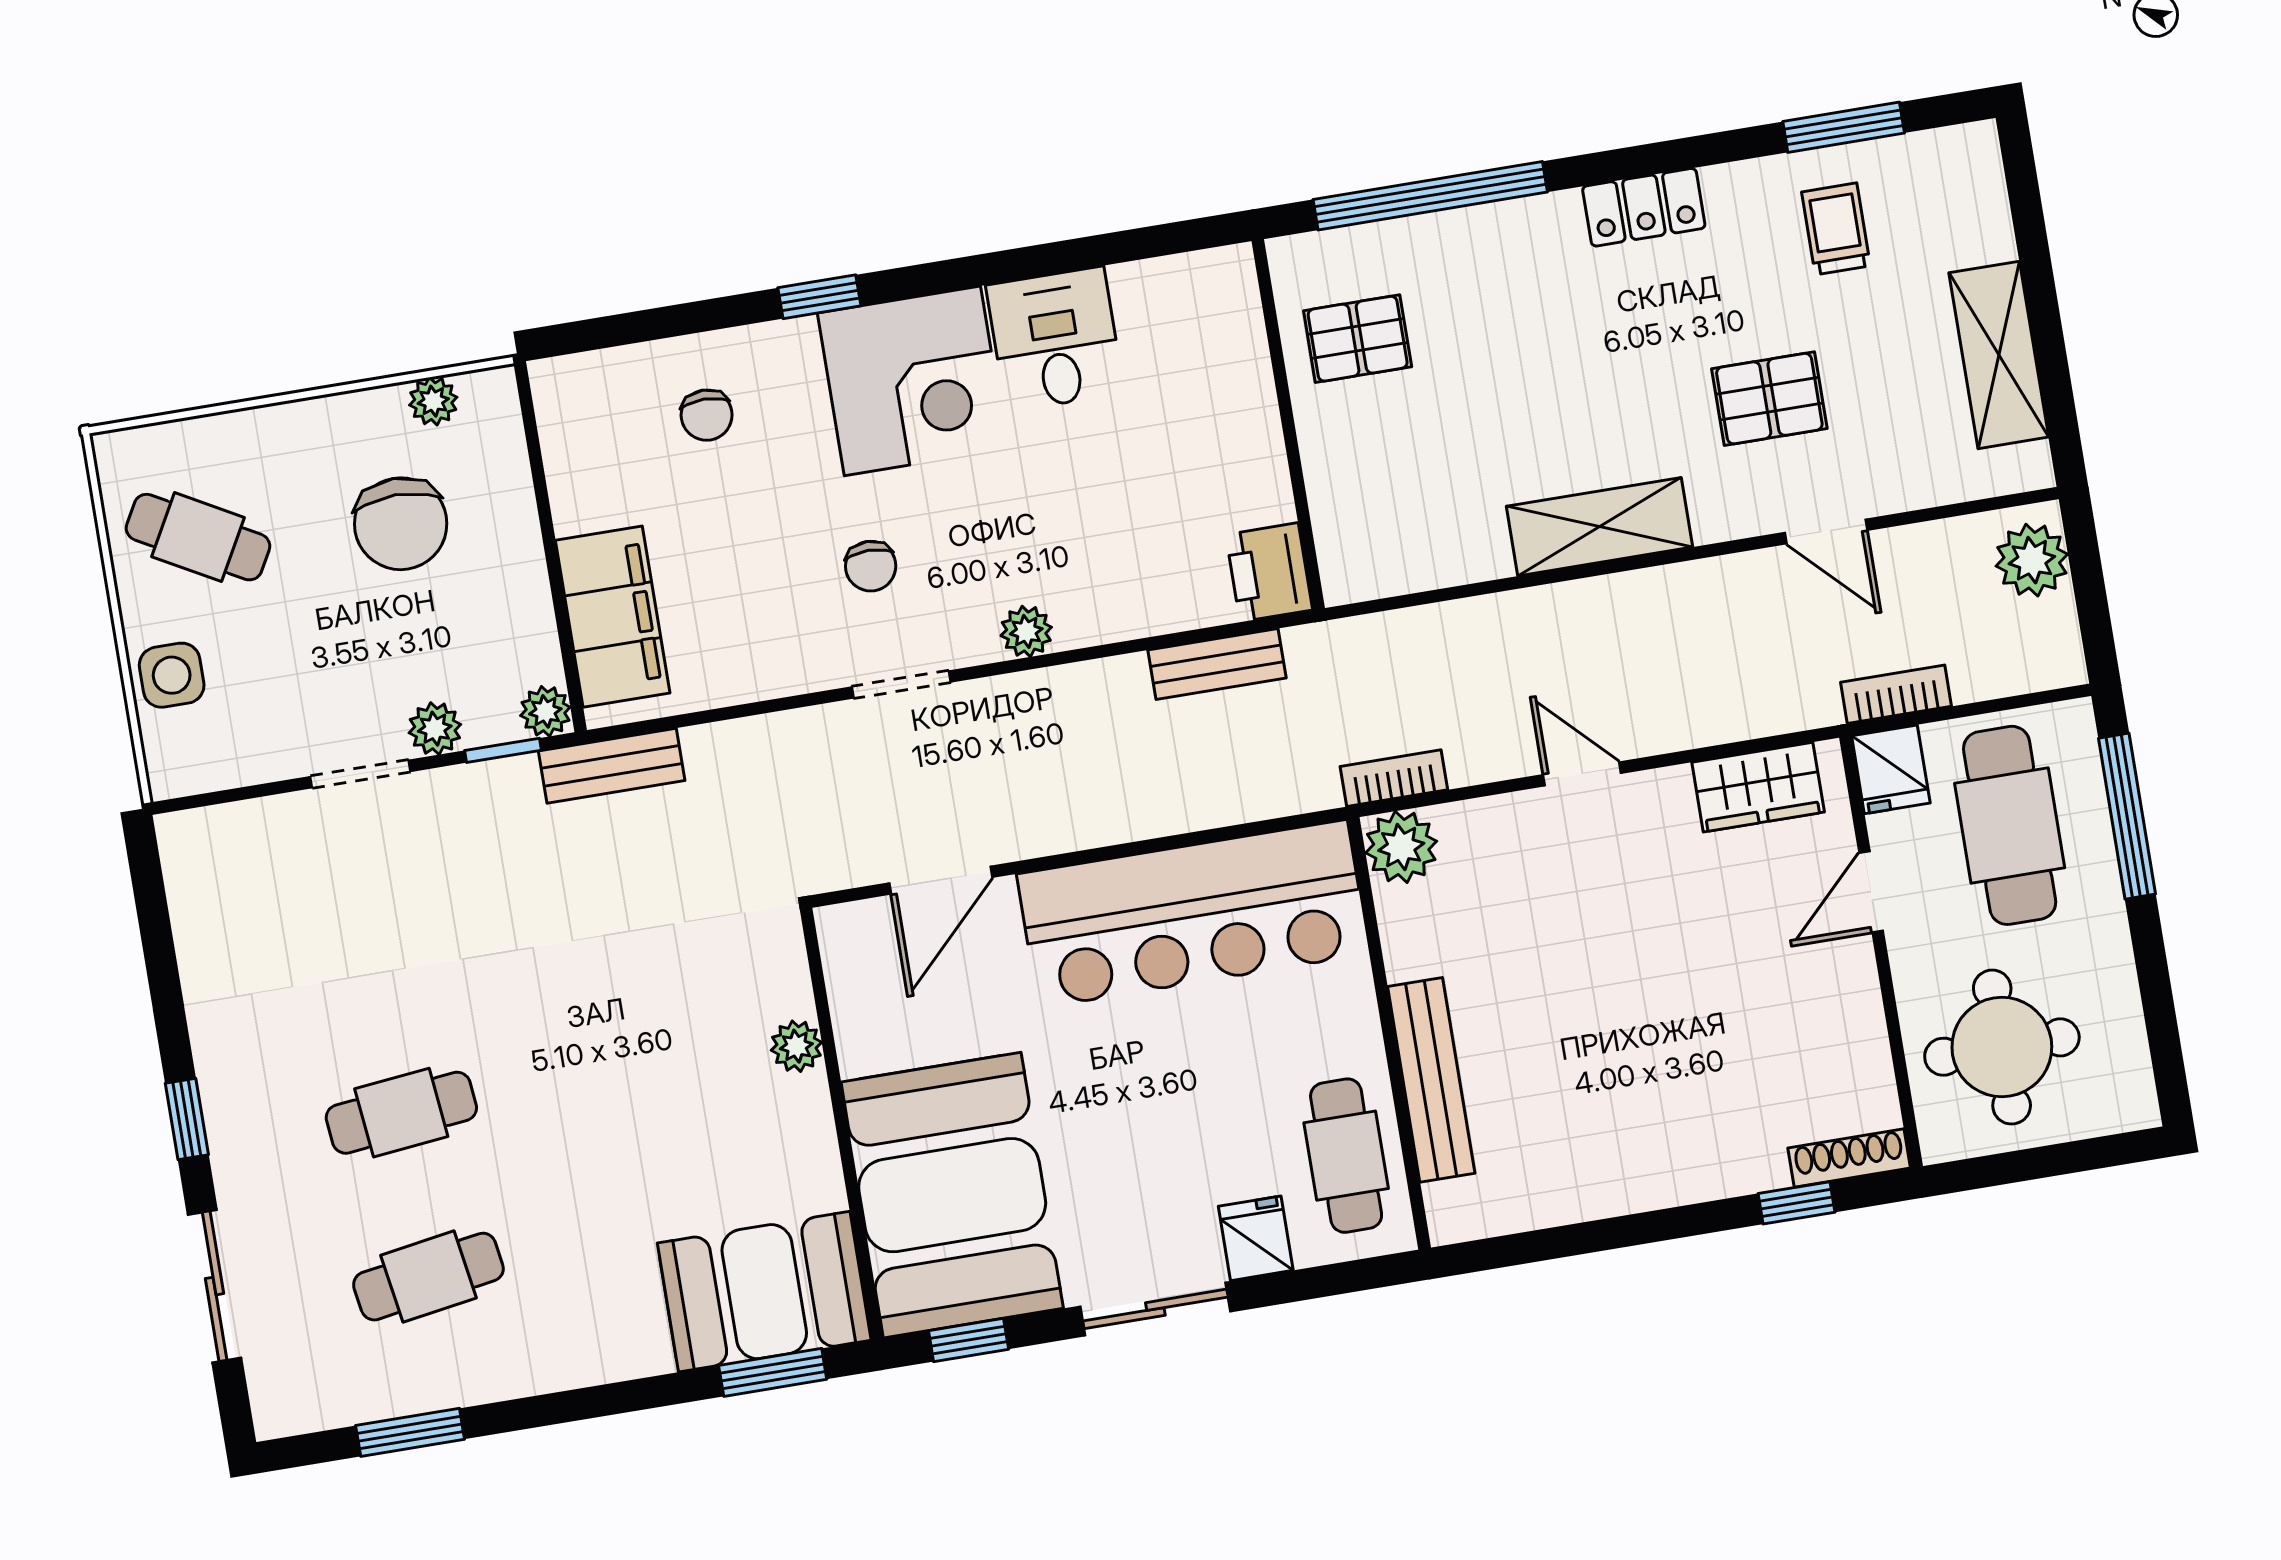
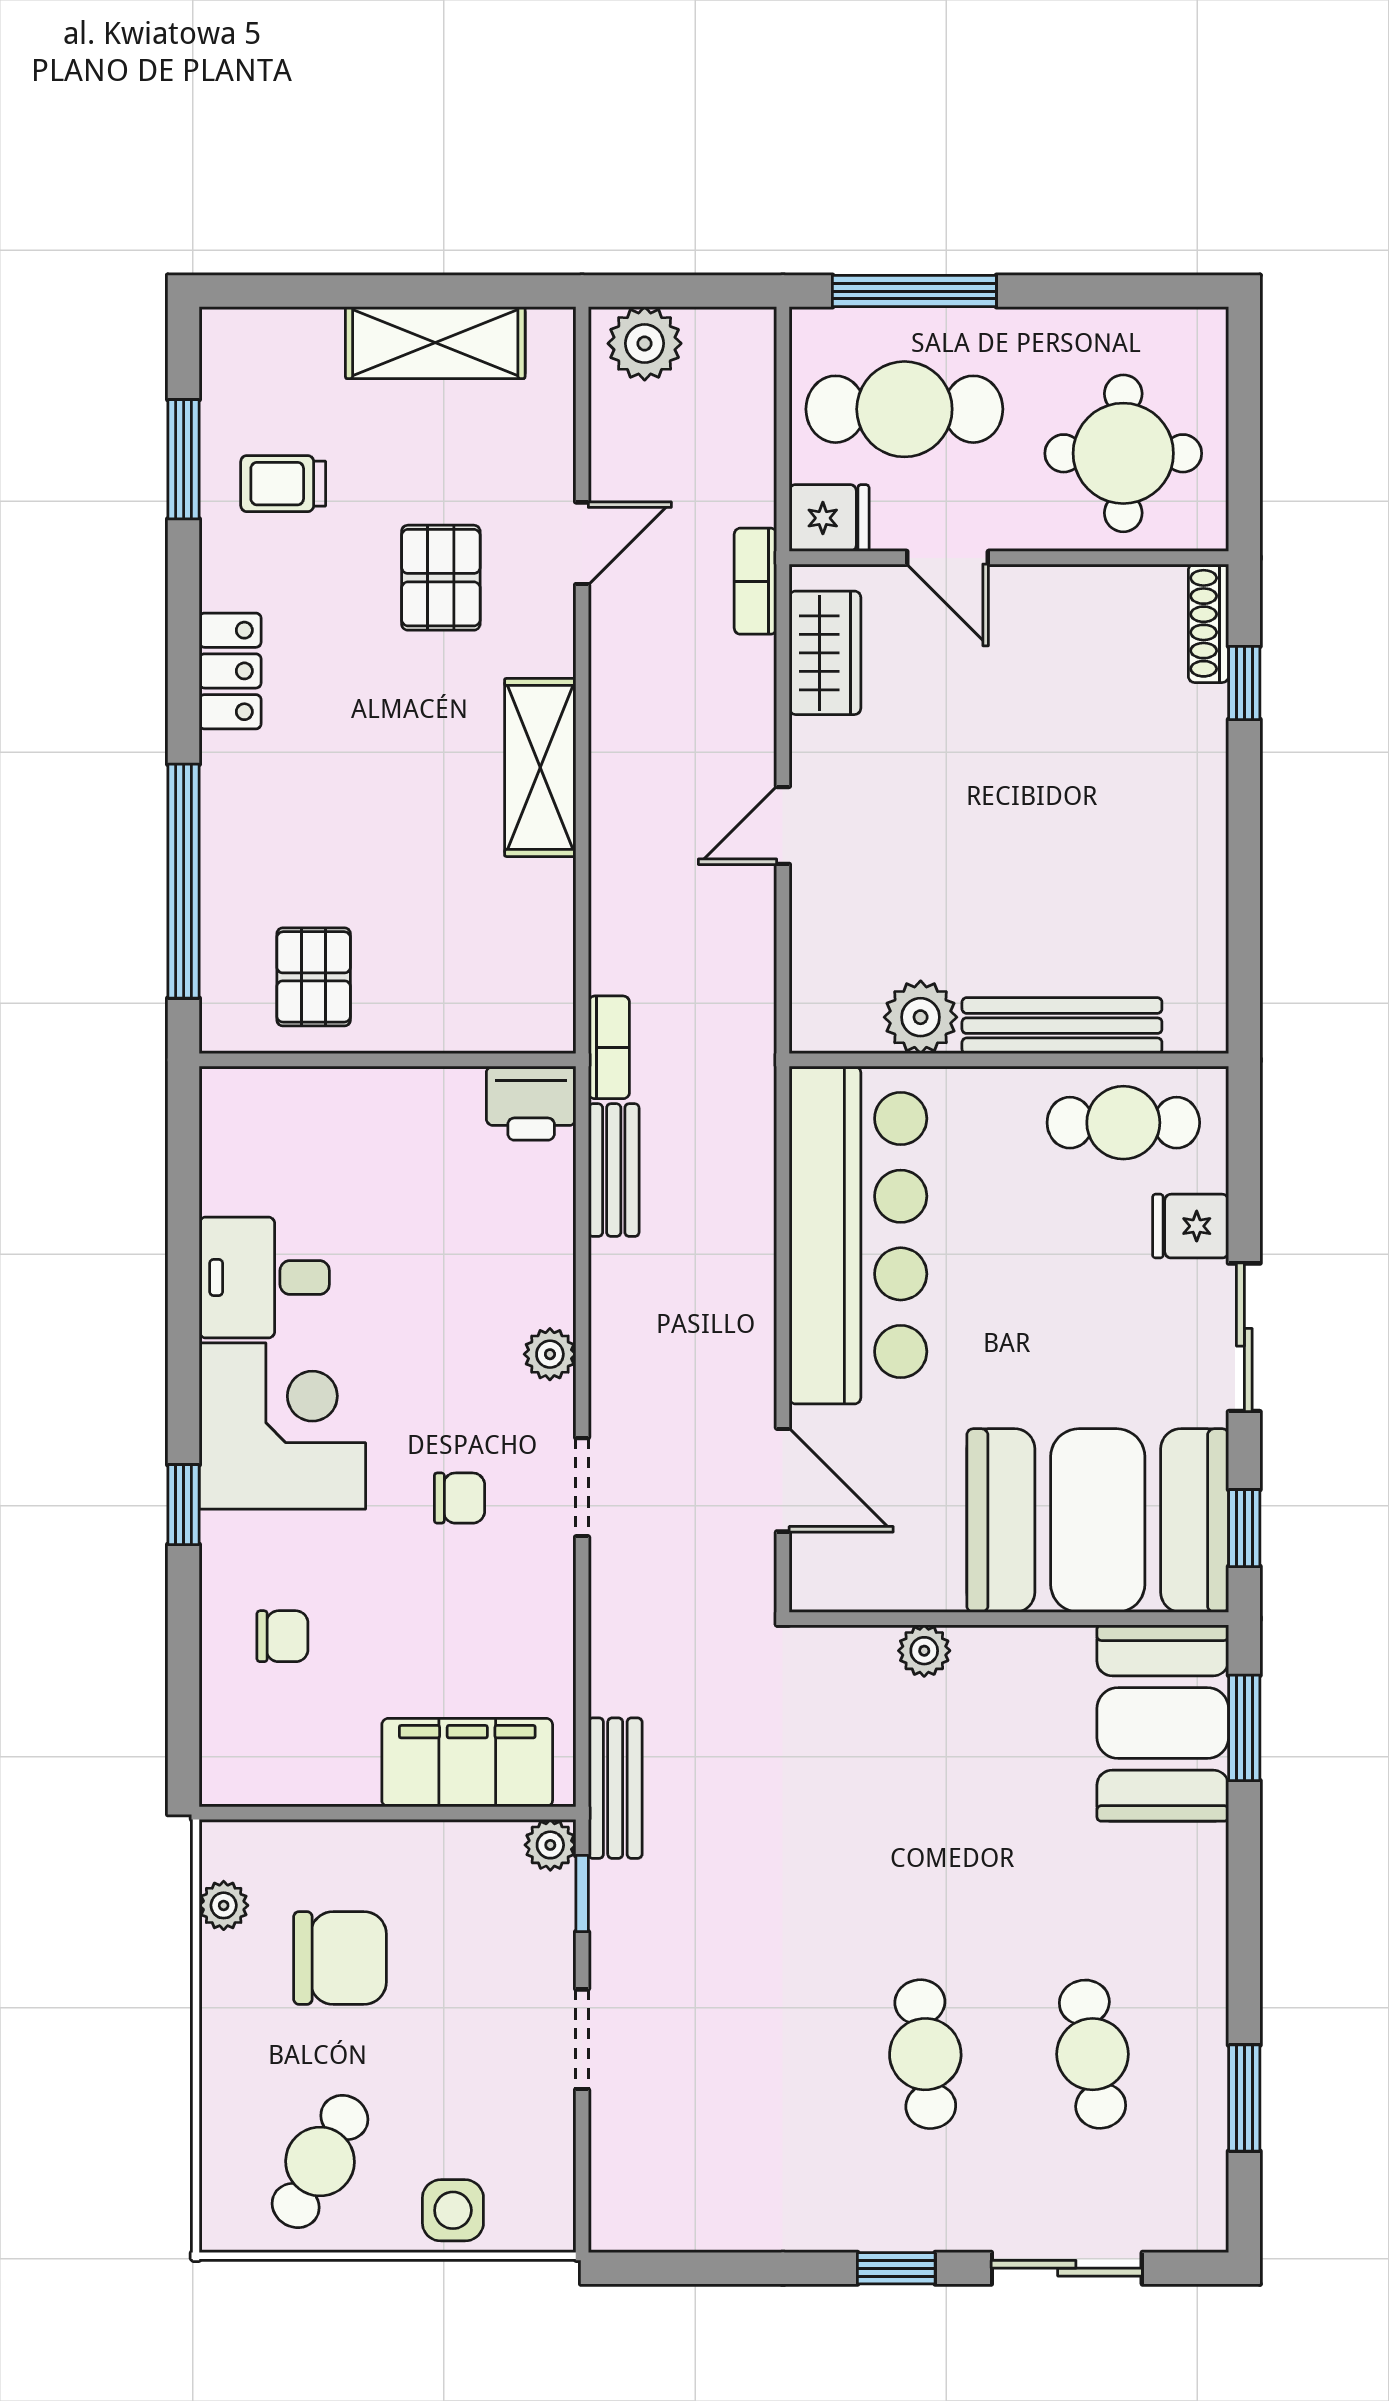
bookcase: (1896, 694) -> (755, 581), moved
plant: (435, 729) -> (549, 1958), removed
bookcase: (1394, 778) -> (609, 1047), moved, turned 180
plant: (1401, 847) -> (921, 1017), moved

